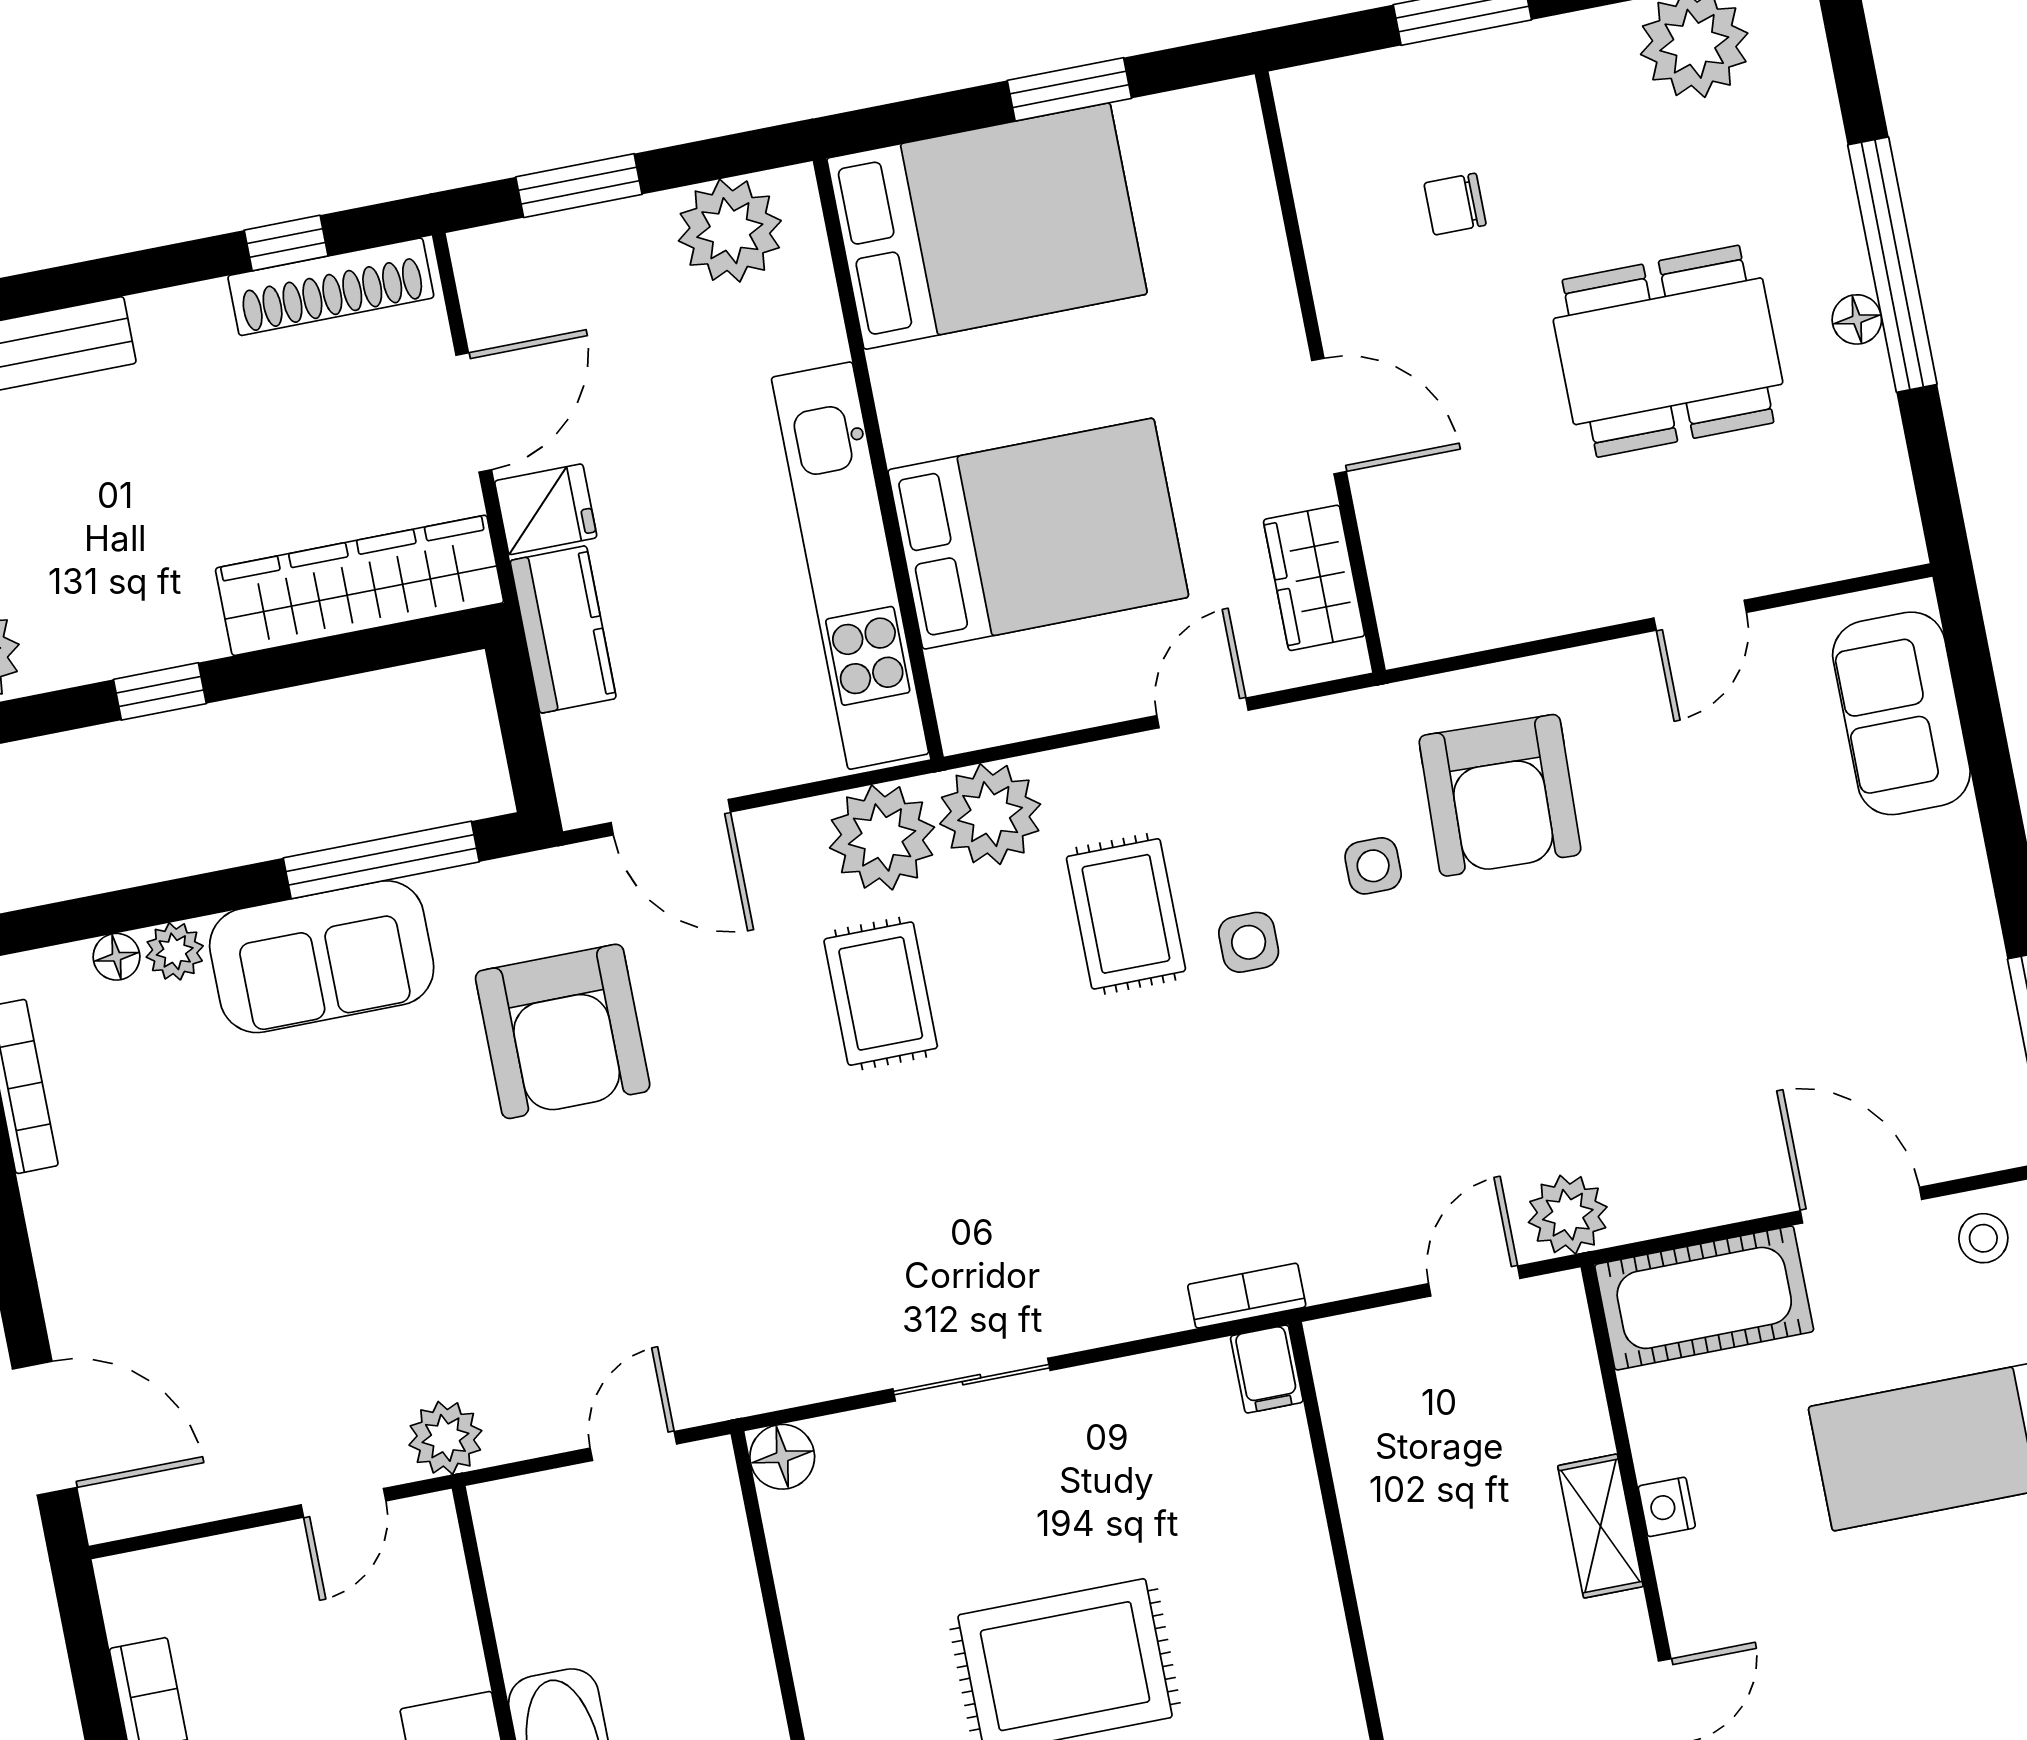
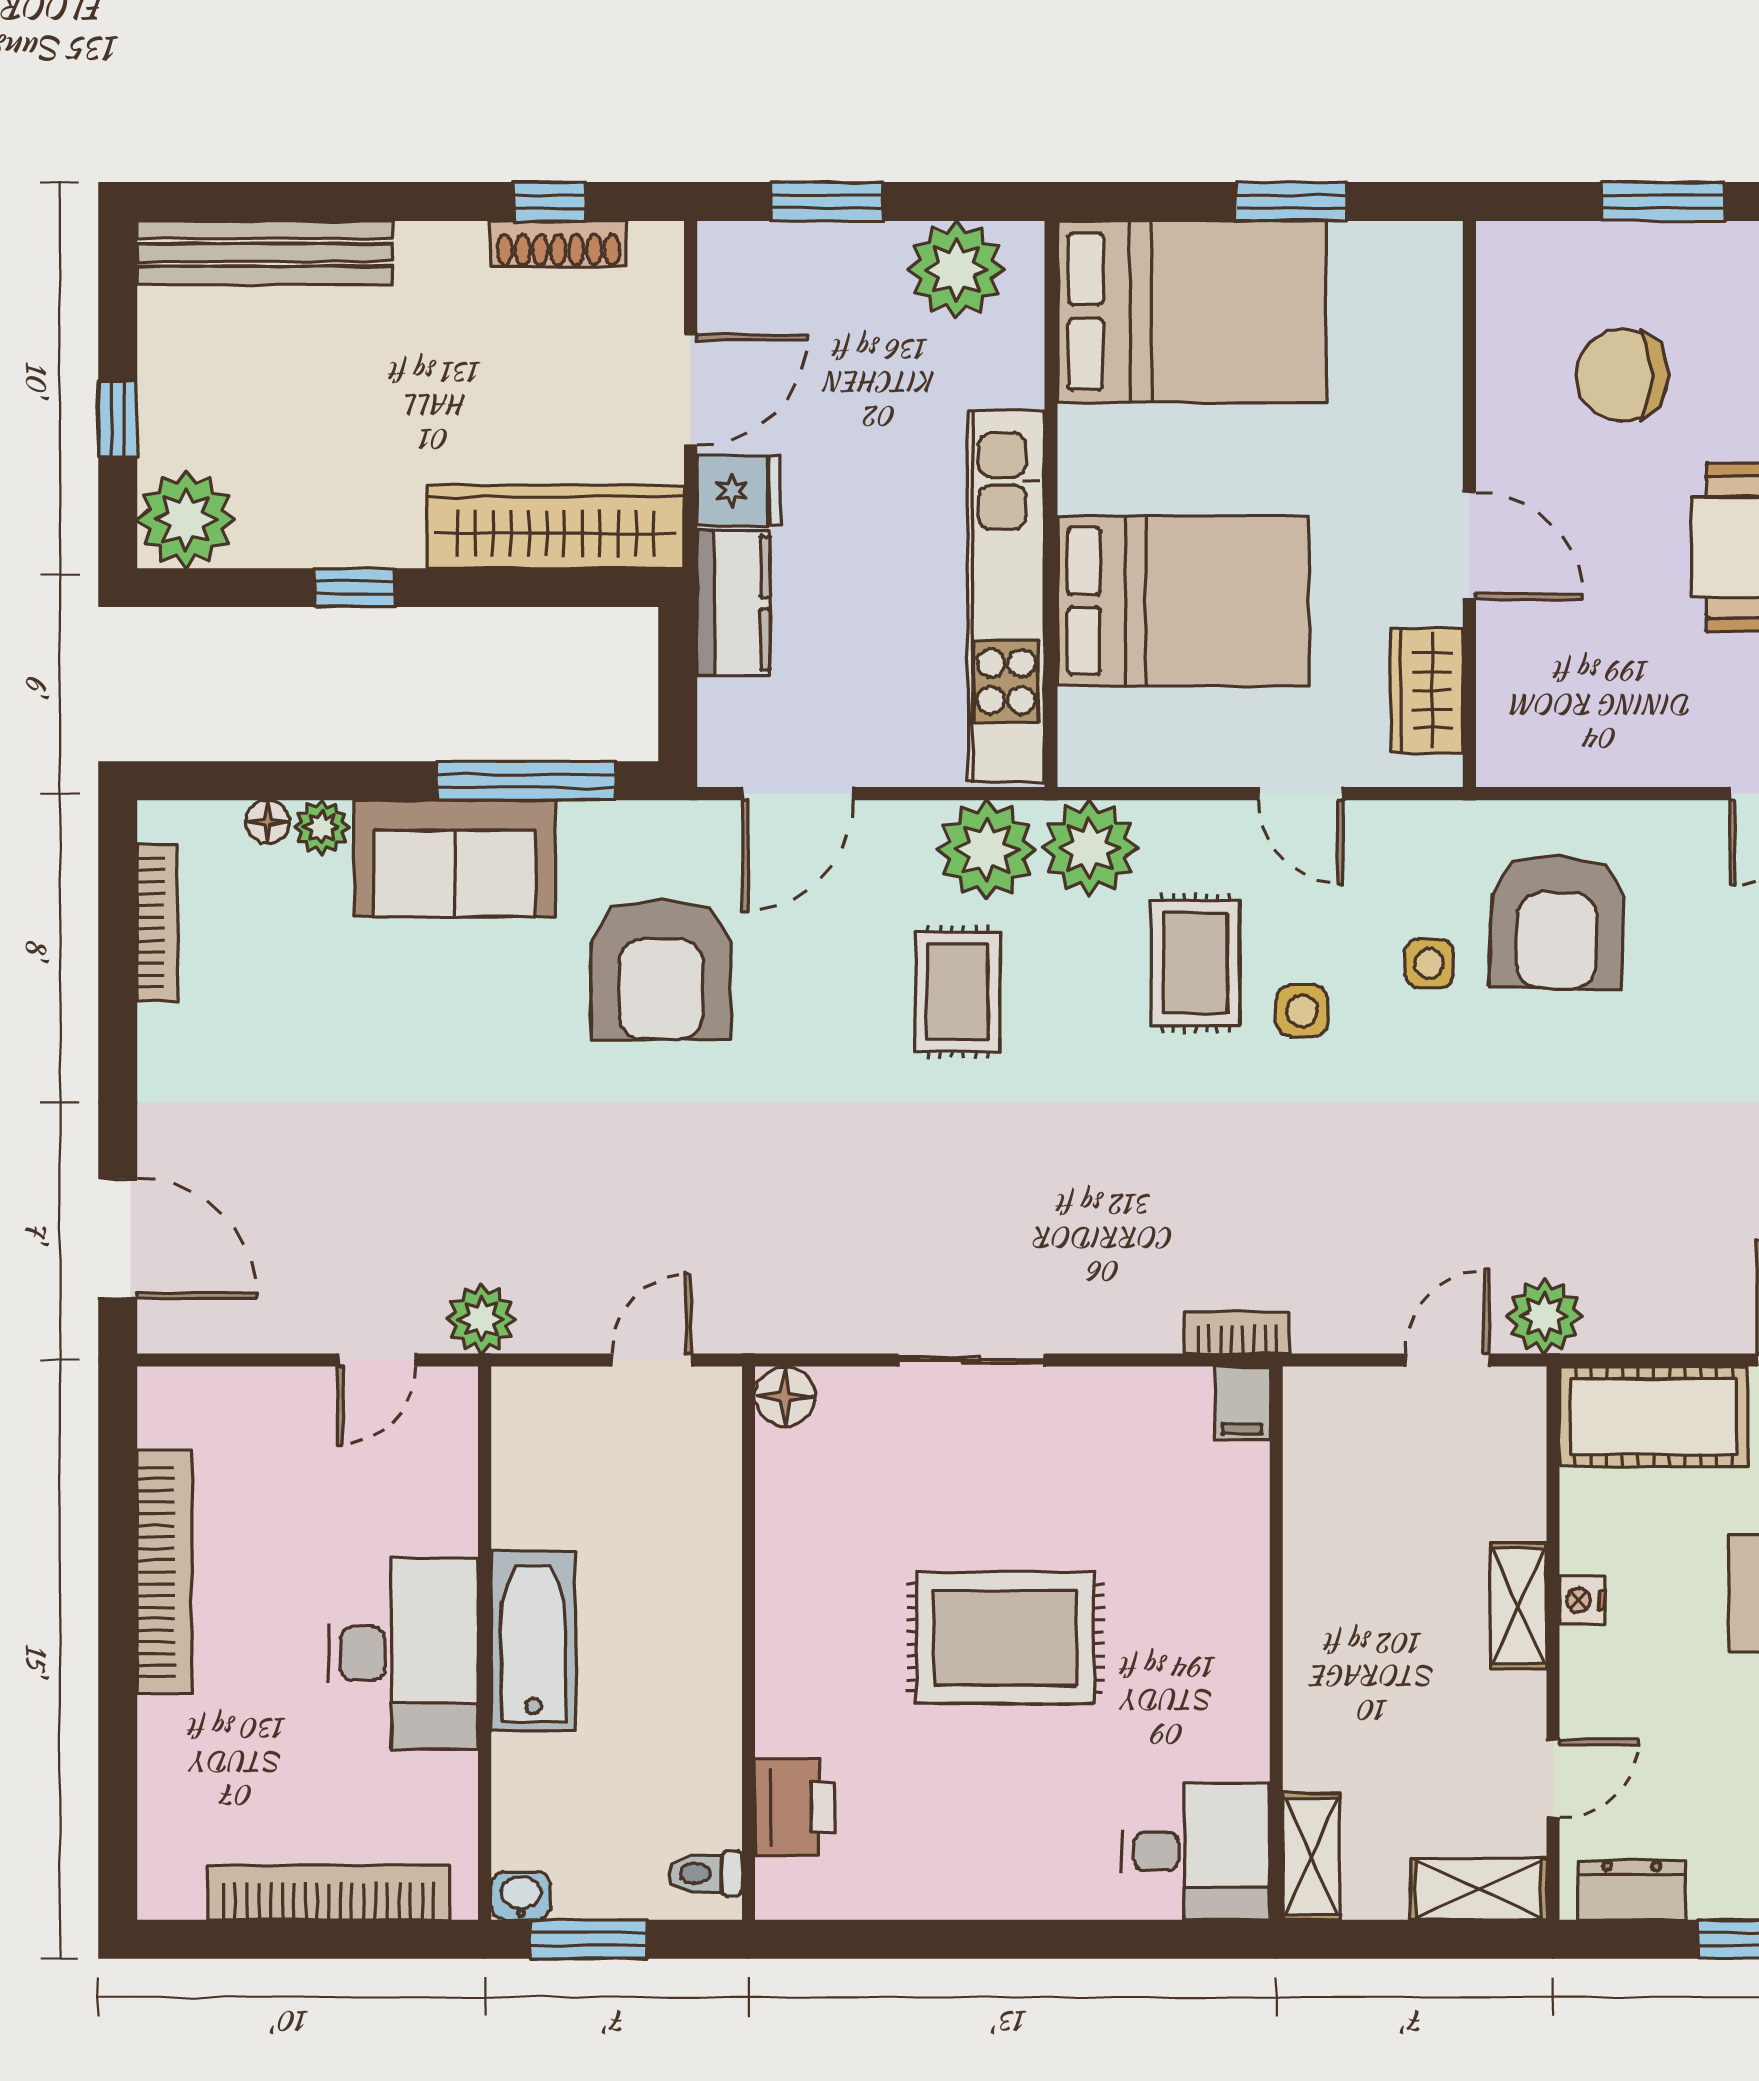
chair: (1455, 204) -> (1622, 375), width x1.87, depth x1.87
shoe rack: (331, 287) -> (558, 244), width x0.74, depth x0.81
door: (1202, 713) -> (1301, 794), swing flipped
door: (671, 817) -> (798, 794), hinge flipped

